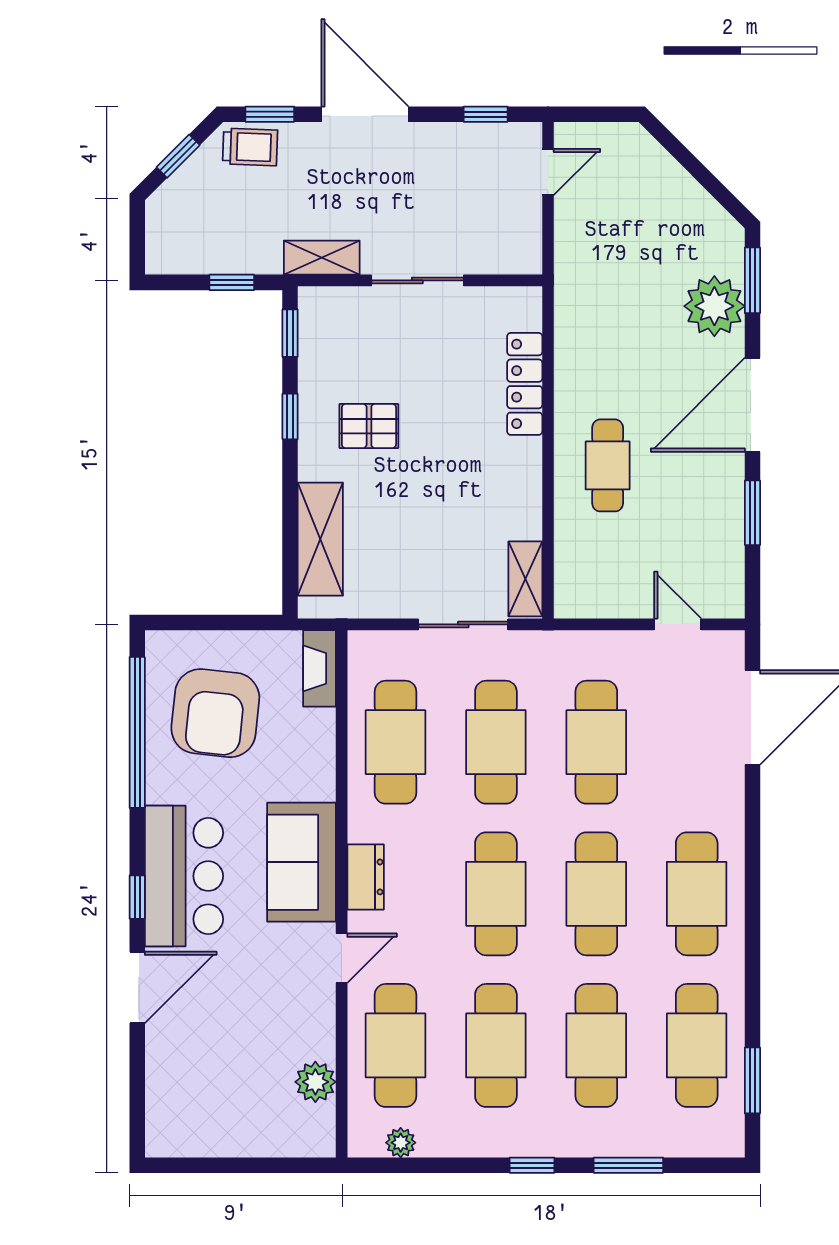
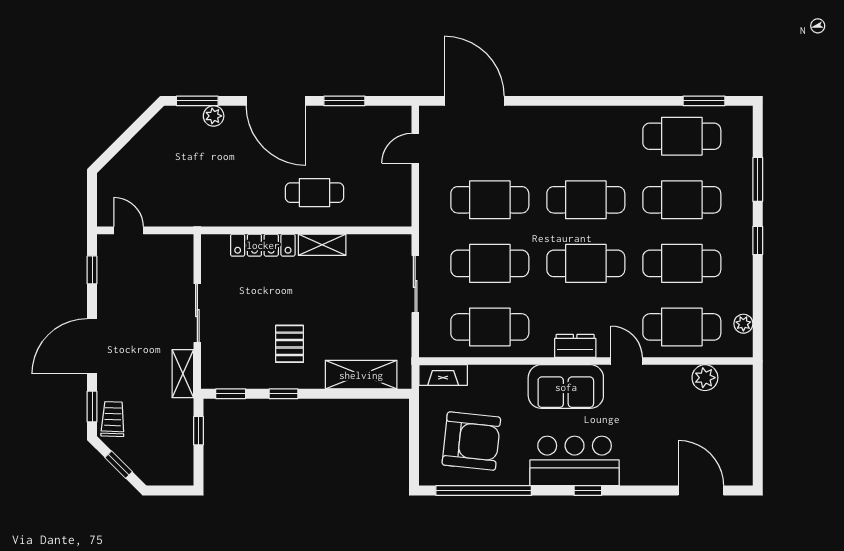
plant: (714, 306) -> (214, 116), width x0.53, depth x0.53
shelving: (525, 579) -> (322, 245), moved
cafe table: (697, 894) -> (586, 136), removed
door: (137, 987) -> (701, 491), moved

